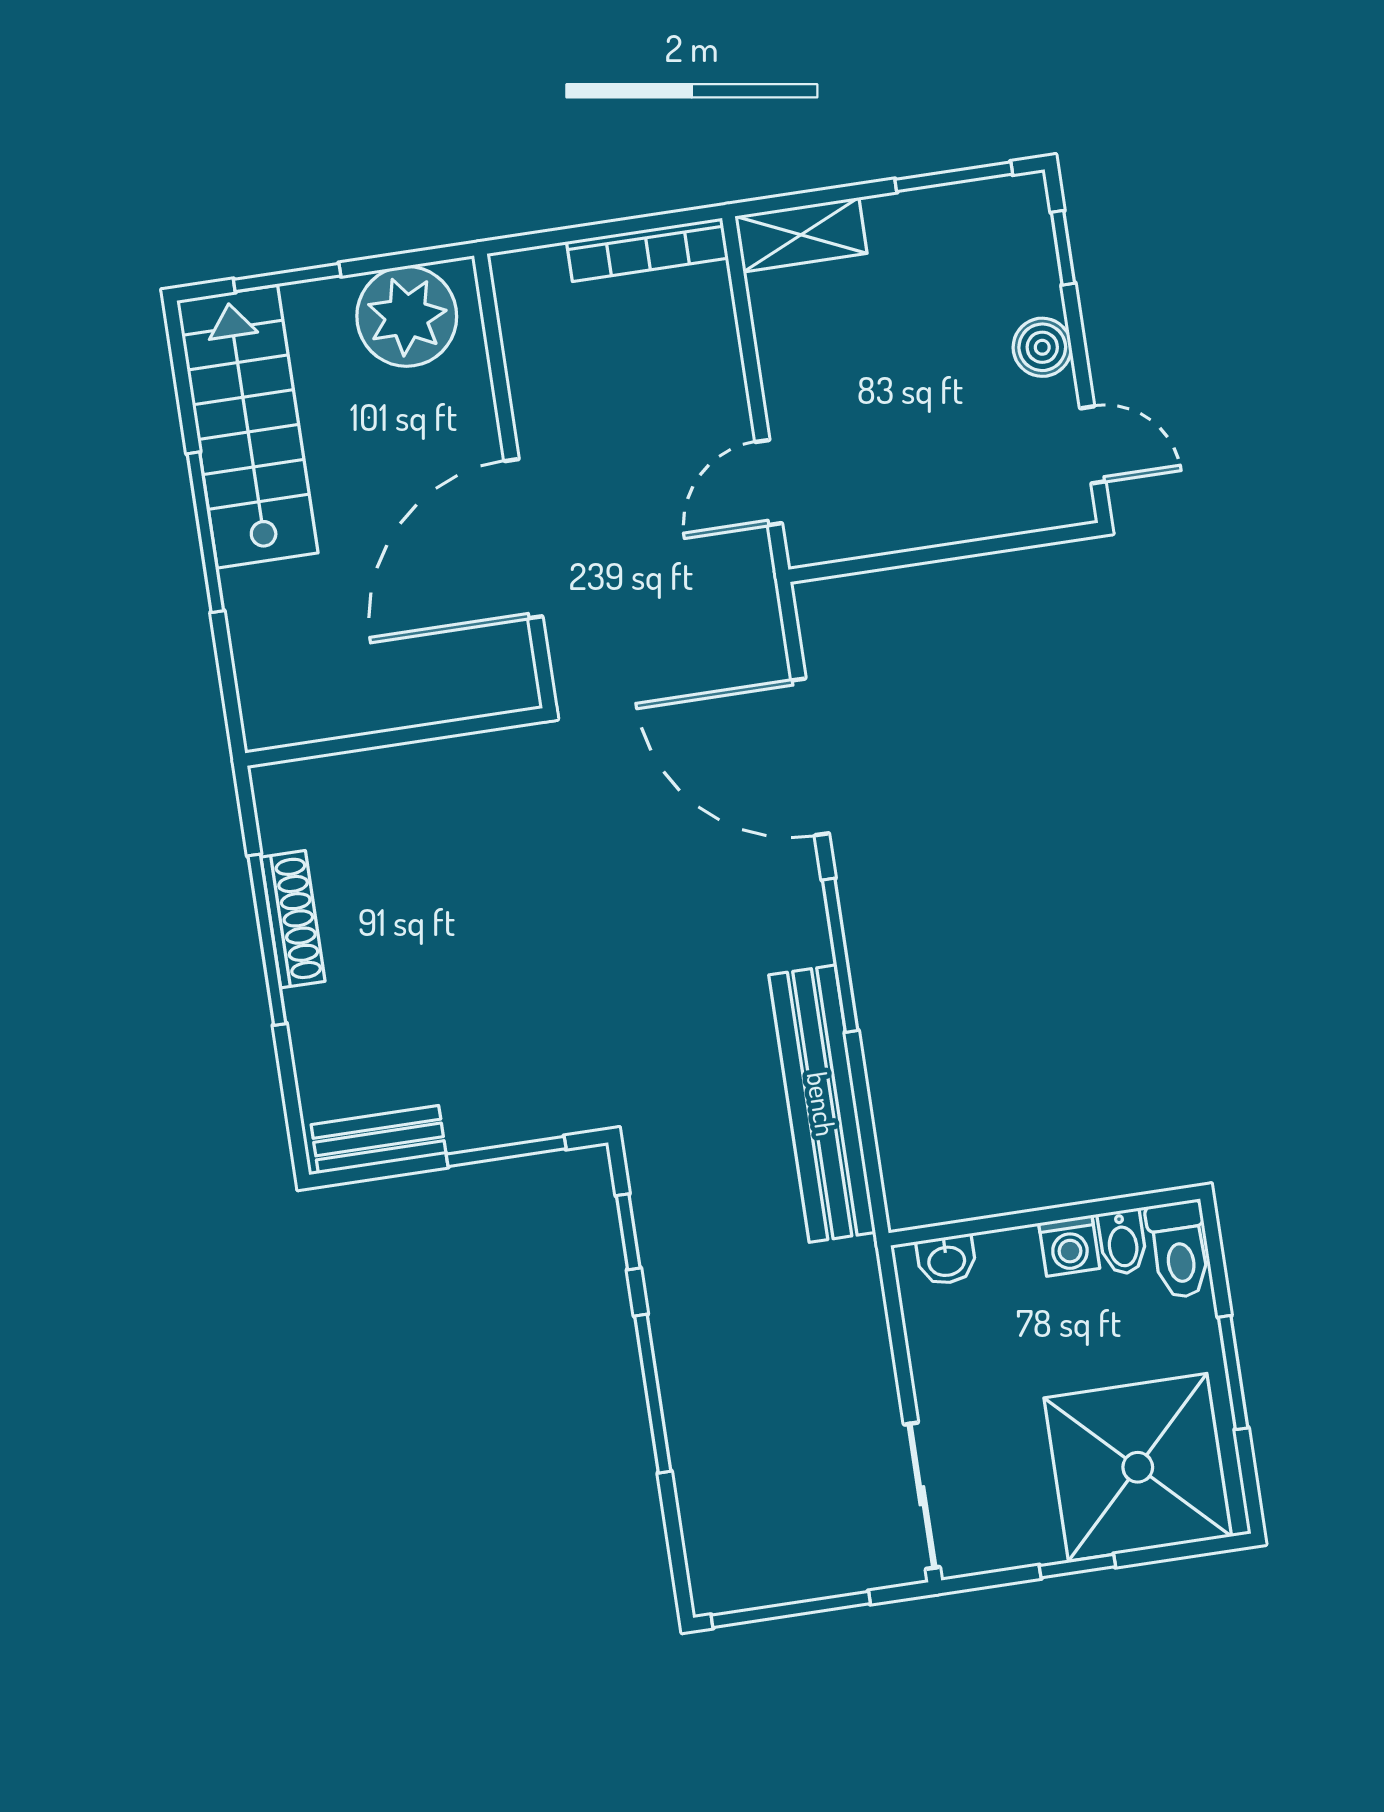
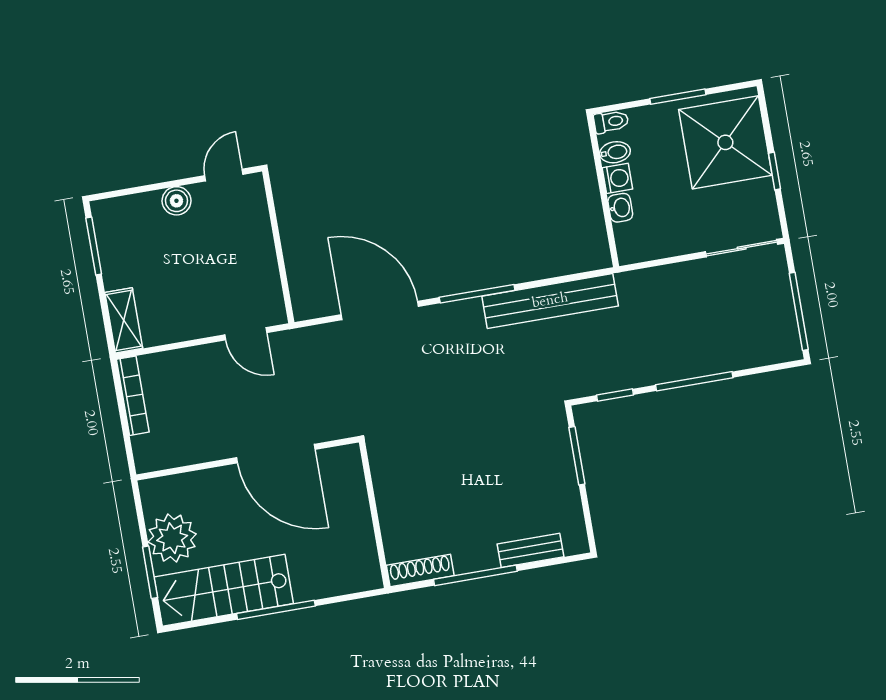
window: (1063, 248) -> (127, 192), removed
plant: (407, 316) -> (172, 538), moved
door: (810, 757) -> (380, 311), swing flipped
shoe rack: (293, 919) -> (420, 571), moved
bench: (379, 1139) -> (530, 550), moved, turned 90
toilet: (1179, 1250) -> (611, 122), width x0.73, depth x0.72
washbasin: (946, 1260) -> (620, 208), moved

